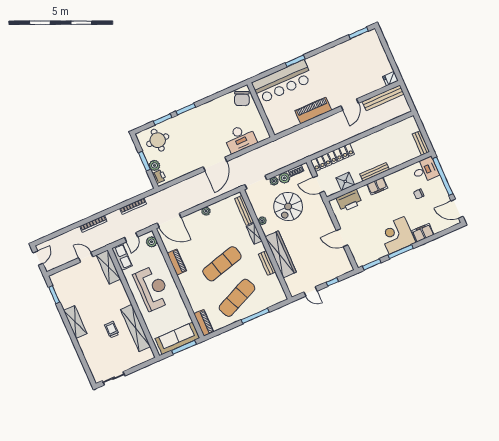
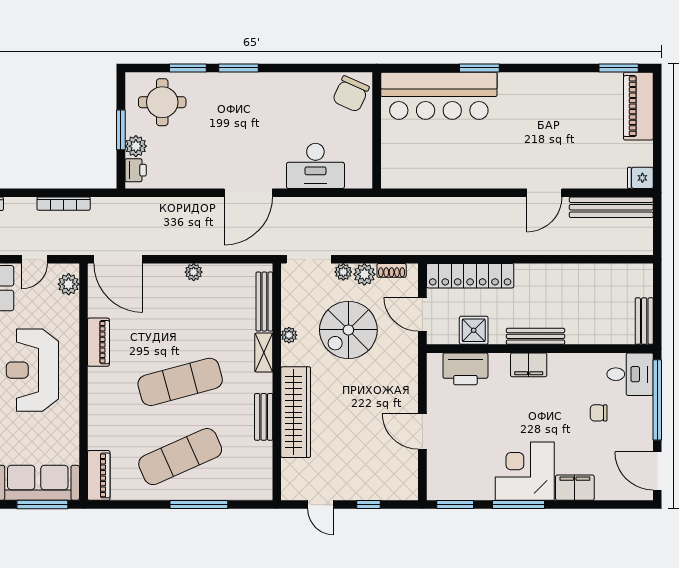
piano: (313, 110) -> (638, 106), moved, turned -90
reception desk: (152, 288) -> (32, 370), turned 180

